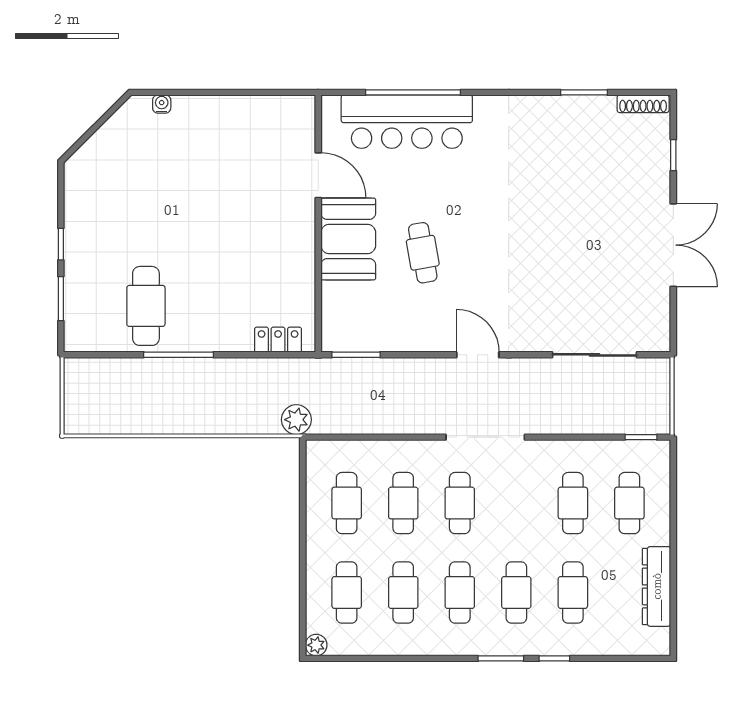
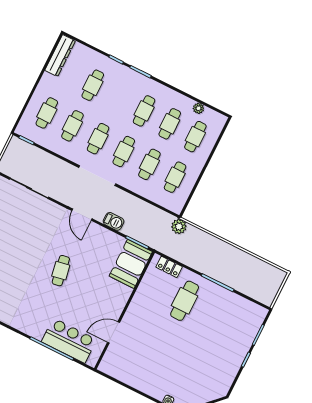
bar counter: (407, 122) -> (69, 341), width x0.73
door: (318, 175) -> (114, 332), hinge flipped
booth: (348, 239) -> (131, 264), moved
cafe table: (423, 253) -> (61, 271), moved
cafe table: (146, 306) -> (185, 301), moved
barbecue: (416, 371) -> (114, 221), added
dresser: (657, 586) -> (60, 56), moved
cafe table: (516, 593) -> (98, 139), moved
plant: (316, 645) -> (198, 108), moved

